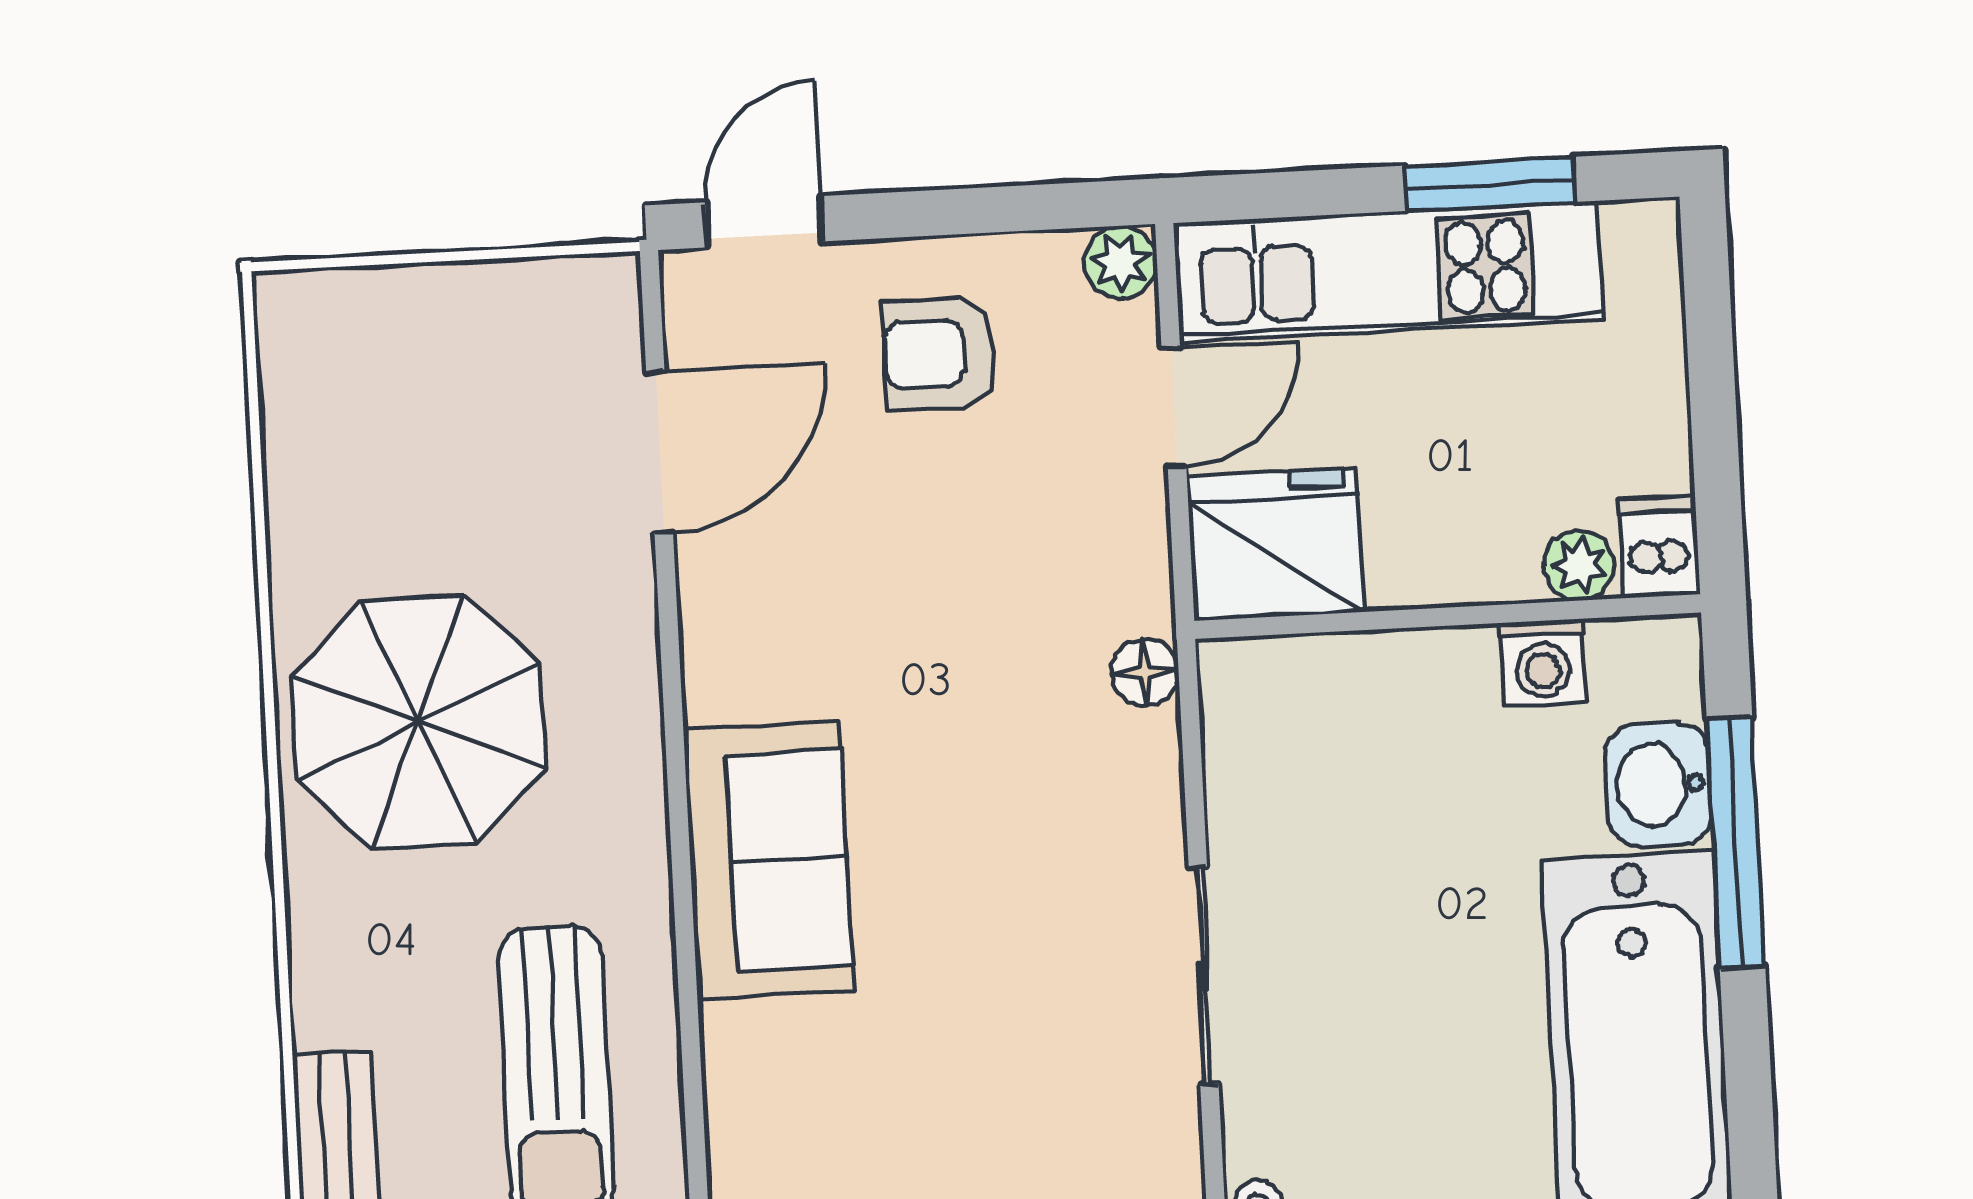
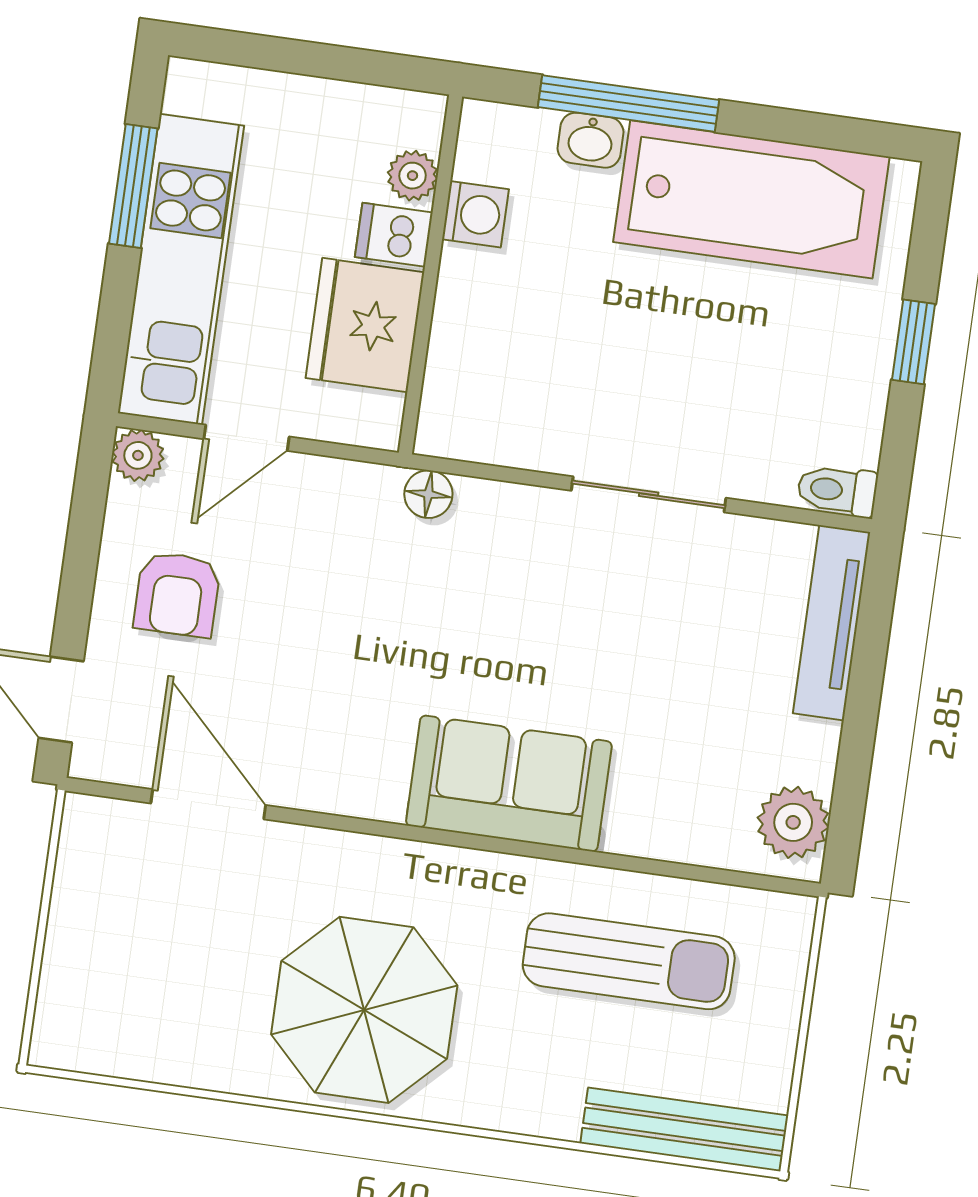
door: (1174, 407) -> (247, 438), swing flipped
fridge: (1275, 544) -> (365, 325), moved
dishwasher: (1659, 547) -> (394, 235), moved
washbasin: (1659, 785) -> (590, 140), width x0.72, depth x0.69

